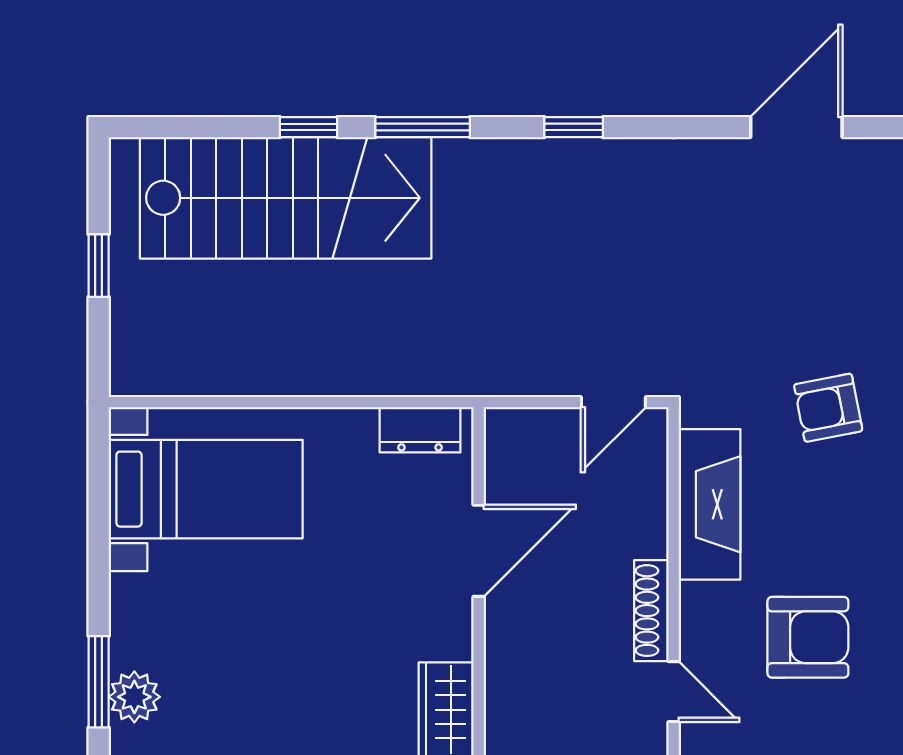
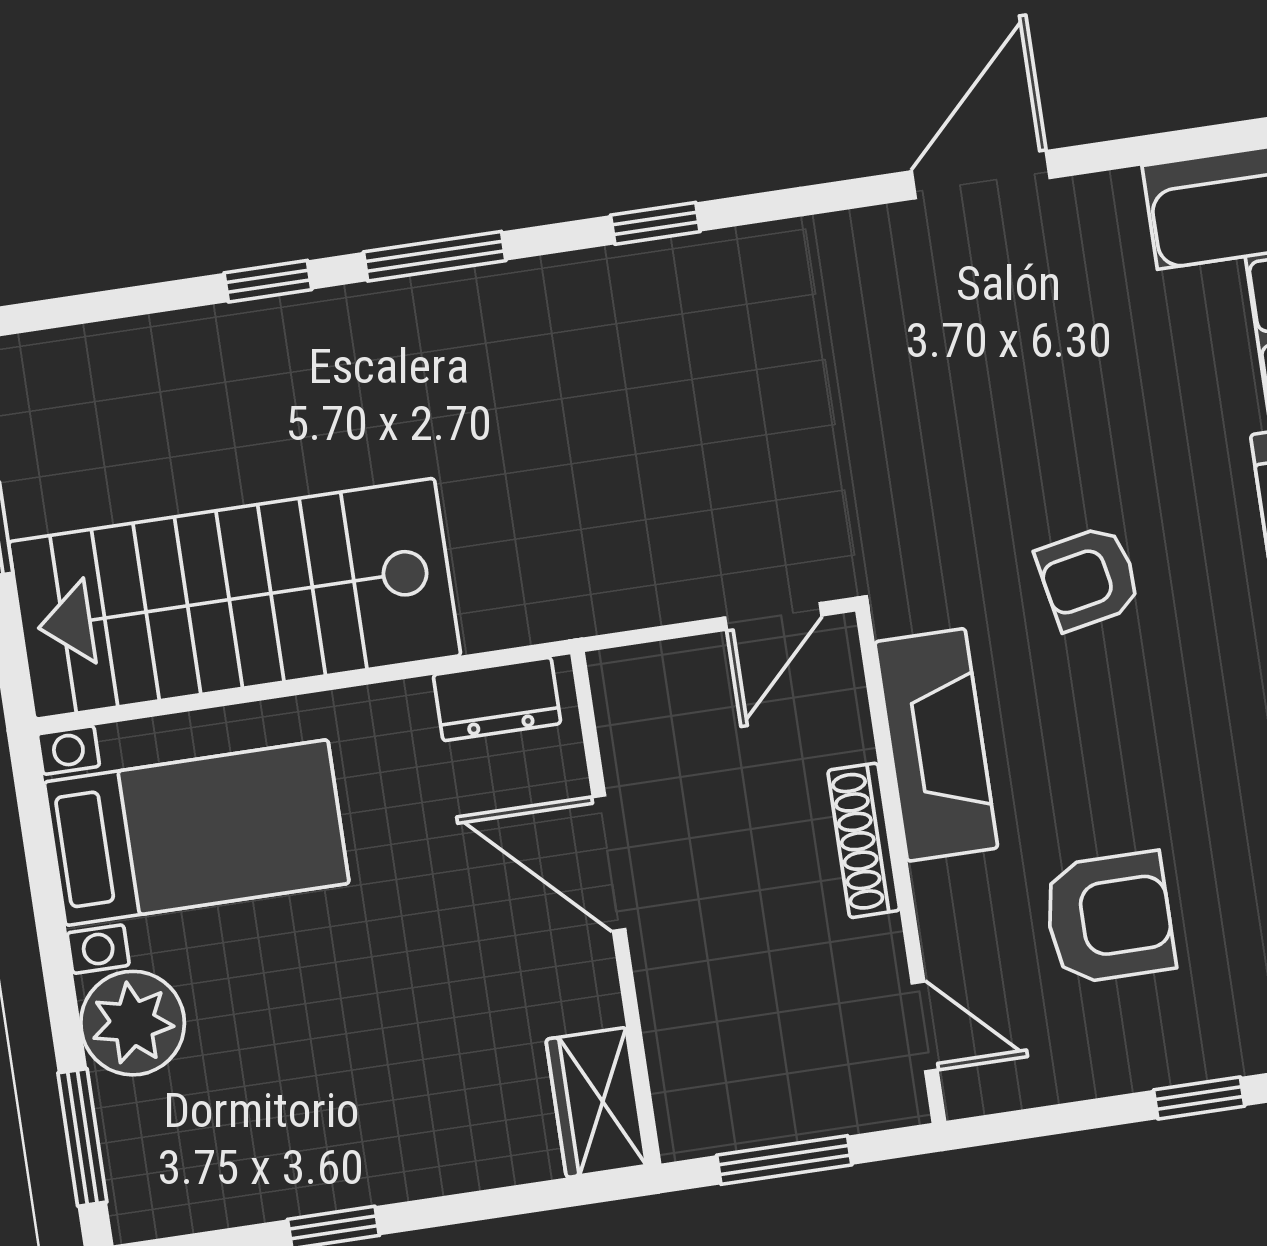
stairs: (286, 198) -> (235, 599), moved, turned 180
door: (479, 551) -> (609, 863), swing flipped
shoe rack: (651, 611) -> (864, 840), moved
plant: (134, 697) -> (133, 1023), moved, width x1.36, depth x1.36

